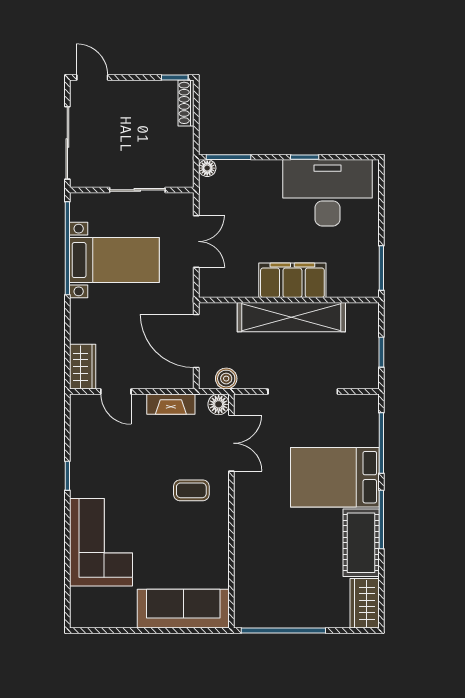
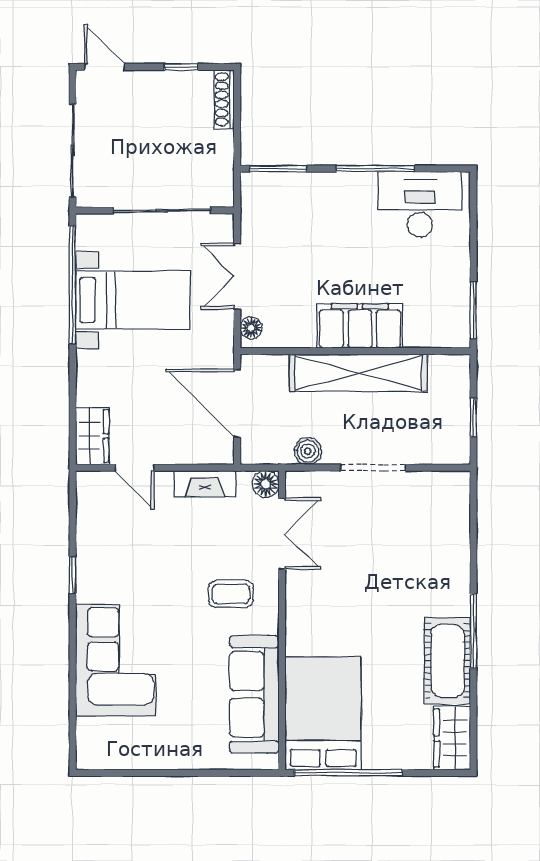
window: (175, 77) -> (181, 67), moved
window: (305, 157) -> (375, 169), width x2.17
floor lamp: (207, 168) -> (251, 328), moved
sliding door: (137, 190) -> (162, 210), width x1.37
desk: (327, 193) -> (420, 204), width x0.73, depth x0.77
double door: (196, 241) -> (237, 276), swing flipped
boiler: (226, 379) -> (308, 451), moved
doorway: (303, 391) -> (373, 468), width x0.73
window: (381, 443) -> (473, 533), removed
bed: (335, 477) -> (323, 713), moved, turned 90
sofa: (183, 609) -> (254, 694), moved, turned -90

